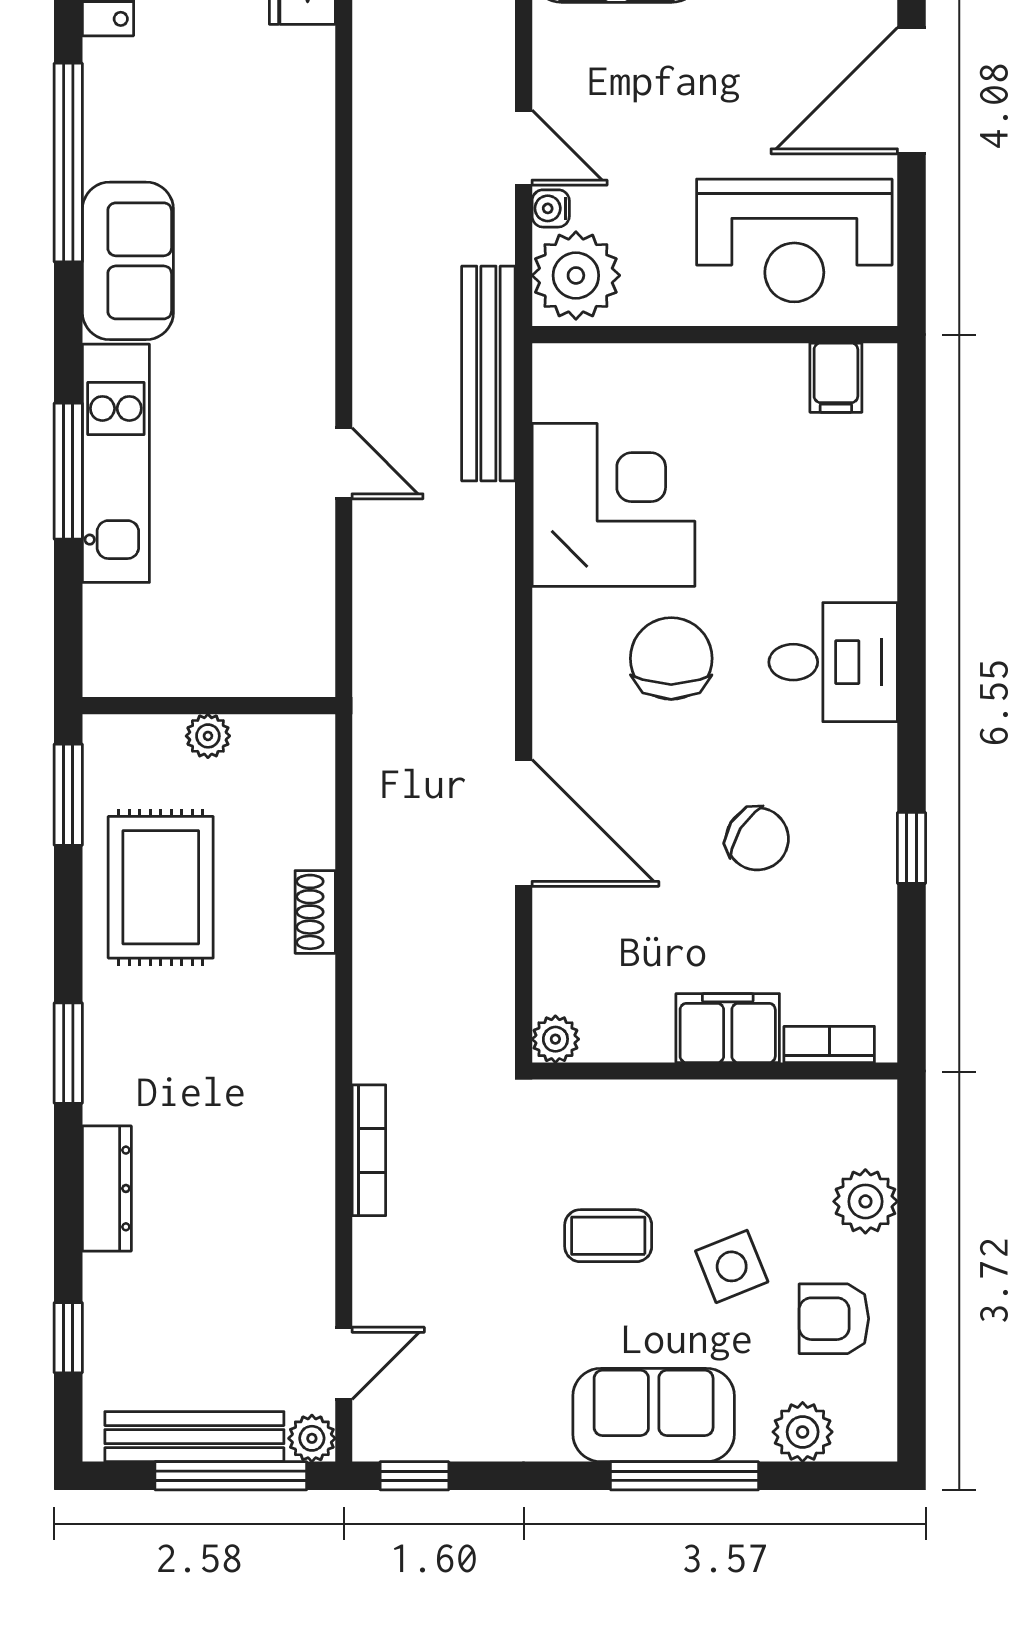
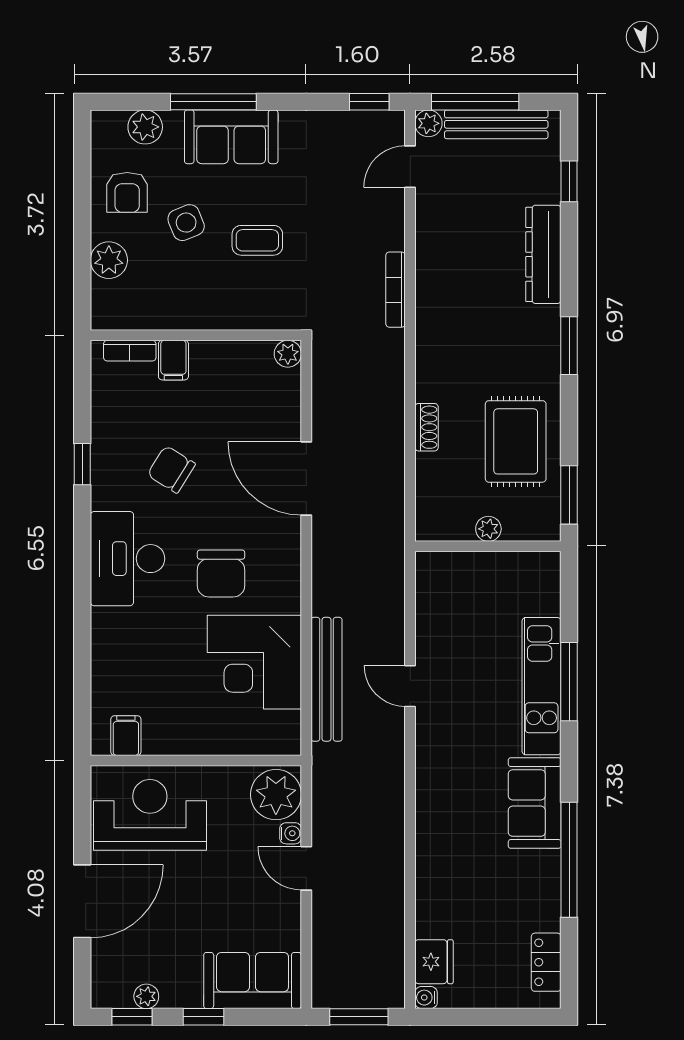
bench: (488, 373) -> (327, 679), moved
desk: (833, 662) -> (128, 559), width x1.37
filing cabinet: (728, 1028) -> (173, 360), width x0.50
dresser: (107, 1188) -> (543, 254), width x1.37, depth x1.24
armchair: (834, 1319) -> (127, 192), turned 90

